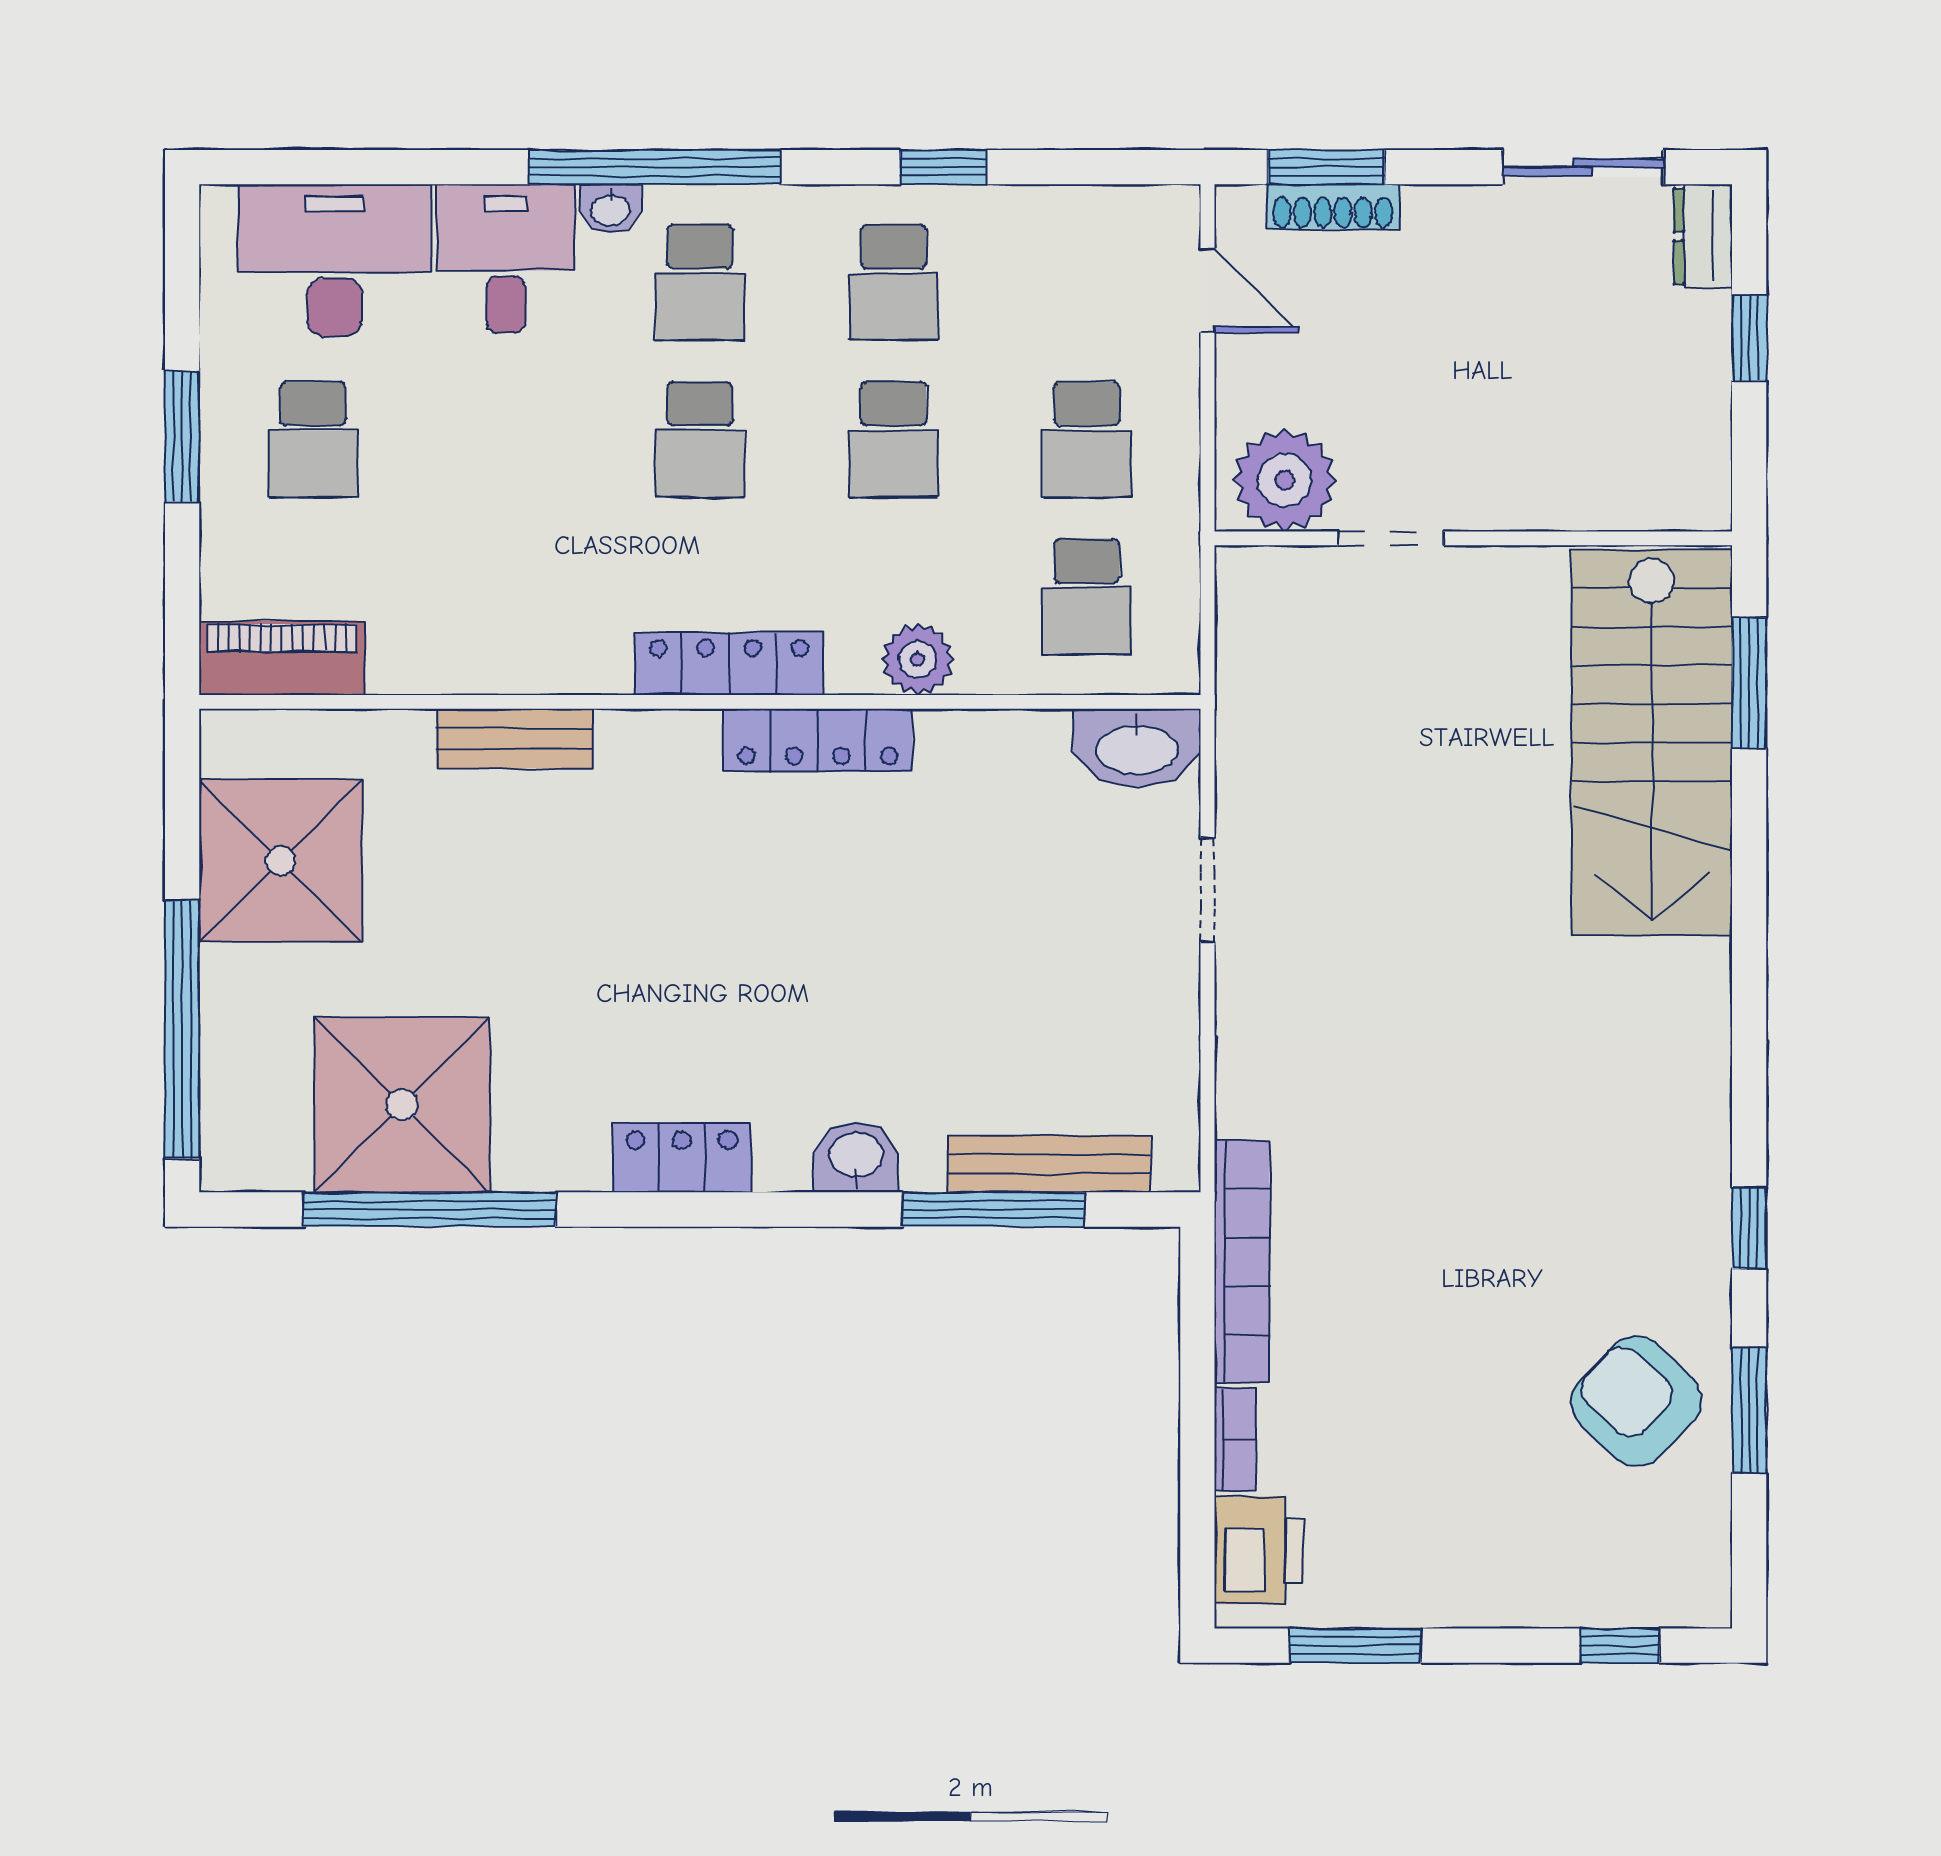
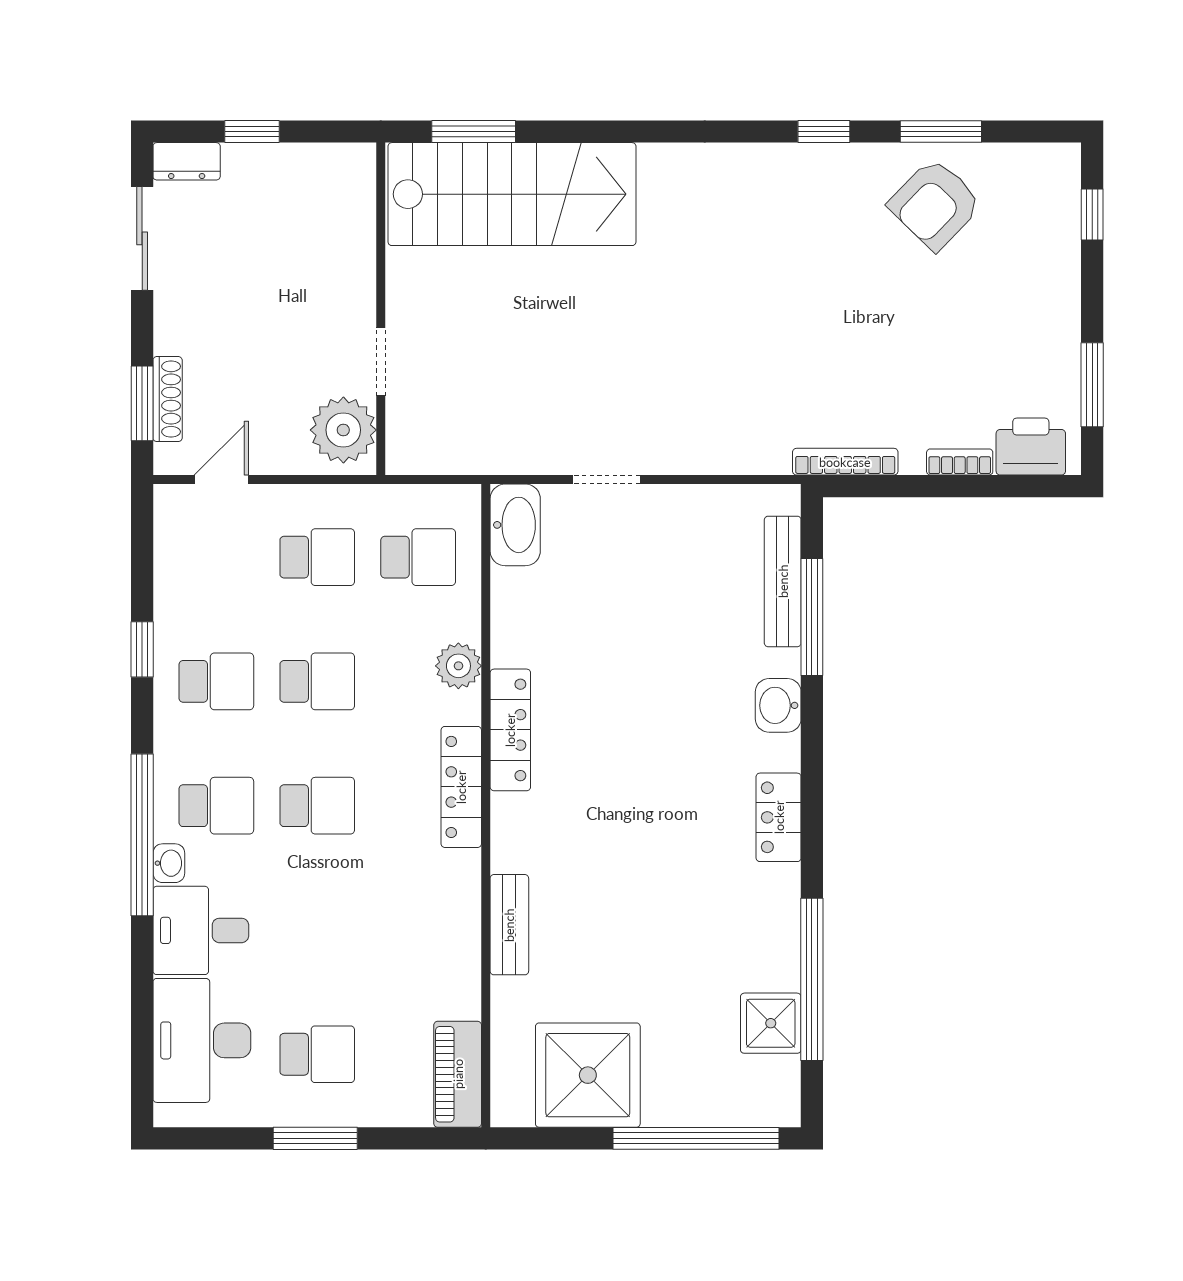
shower: (402, 1105) -> (771, 1023), width x0.54, depth x0.54
bookcase: (1242, 1261) -> (845, 462), width x0.68, depth x0.76

